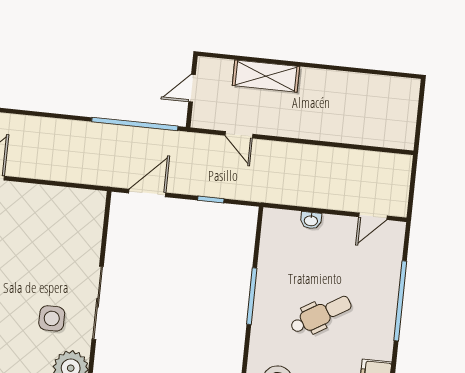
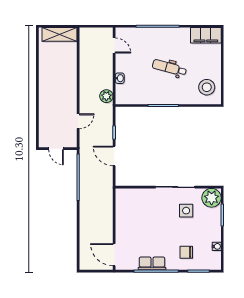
shelving: (266, 76) -> (60, 34), moved, turned 90
plant: (280, 192) -> (106, 96), added
door: (147, 193) -> (114, 156), moved
dental chair: (321, 315) -> (169, 68), turned -44

